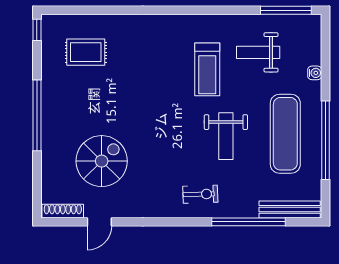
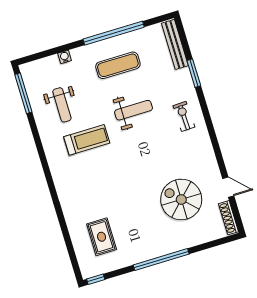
exercise mat: (285, 134) -> (118, 65), width x0.73, depth x0.69
window: (249, 222) -> (194, 73), width x0.47

